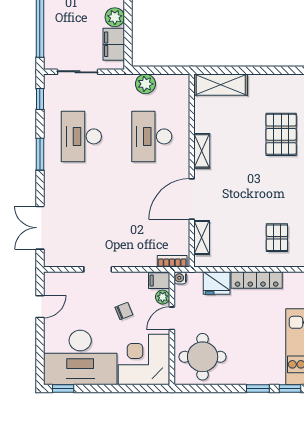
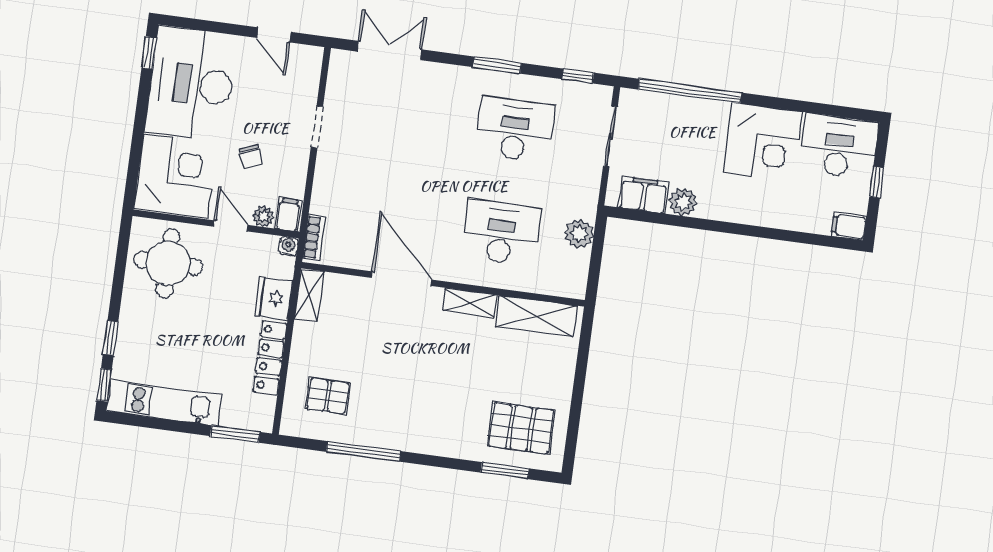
shelving: (221, 85) -> (536, 316), moved, turned 90
pallet: (281, 134) -> (521, 428), moved
shelving: (202, 238) -> (309, 295), moved, turned 90

